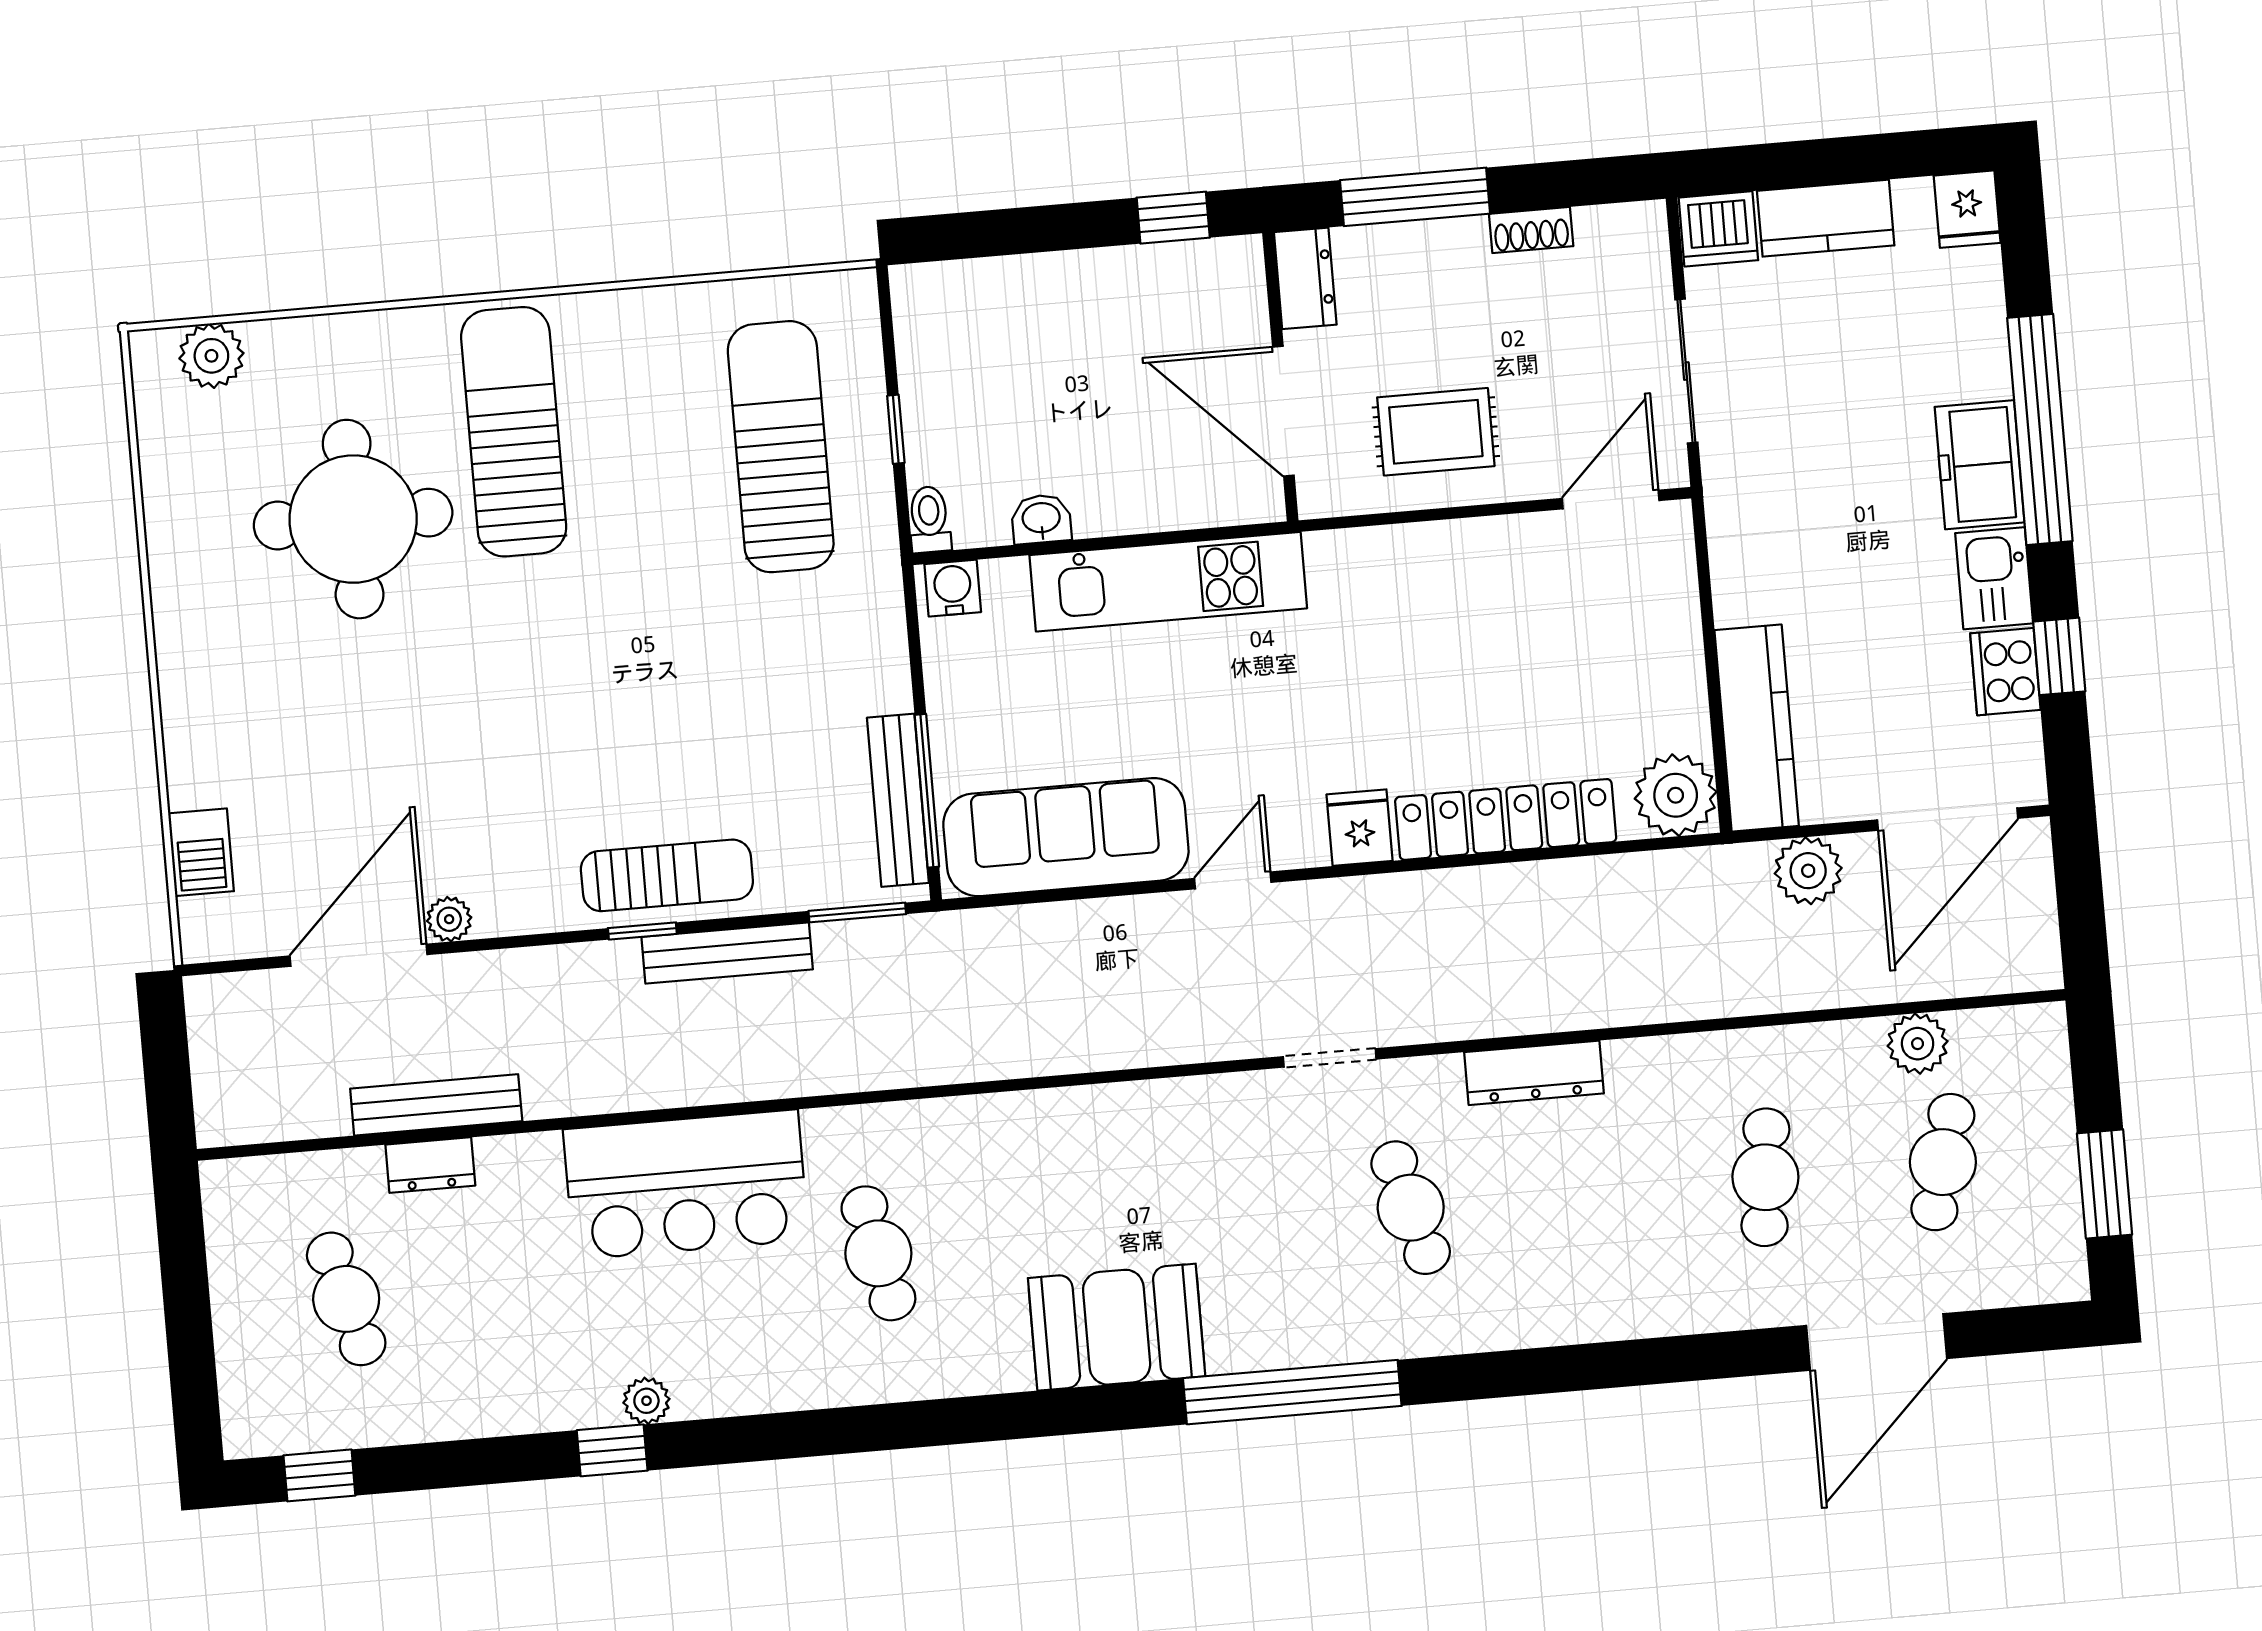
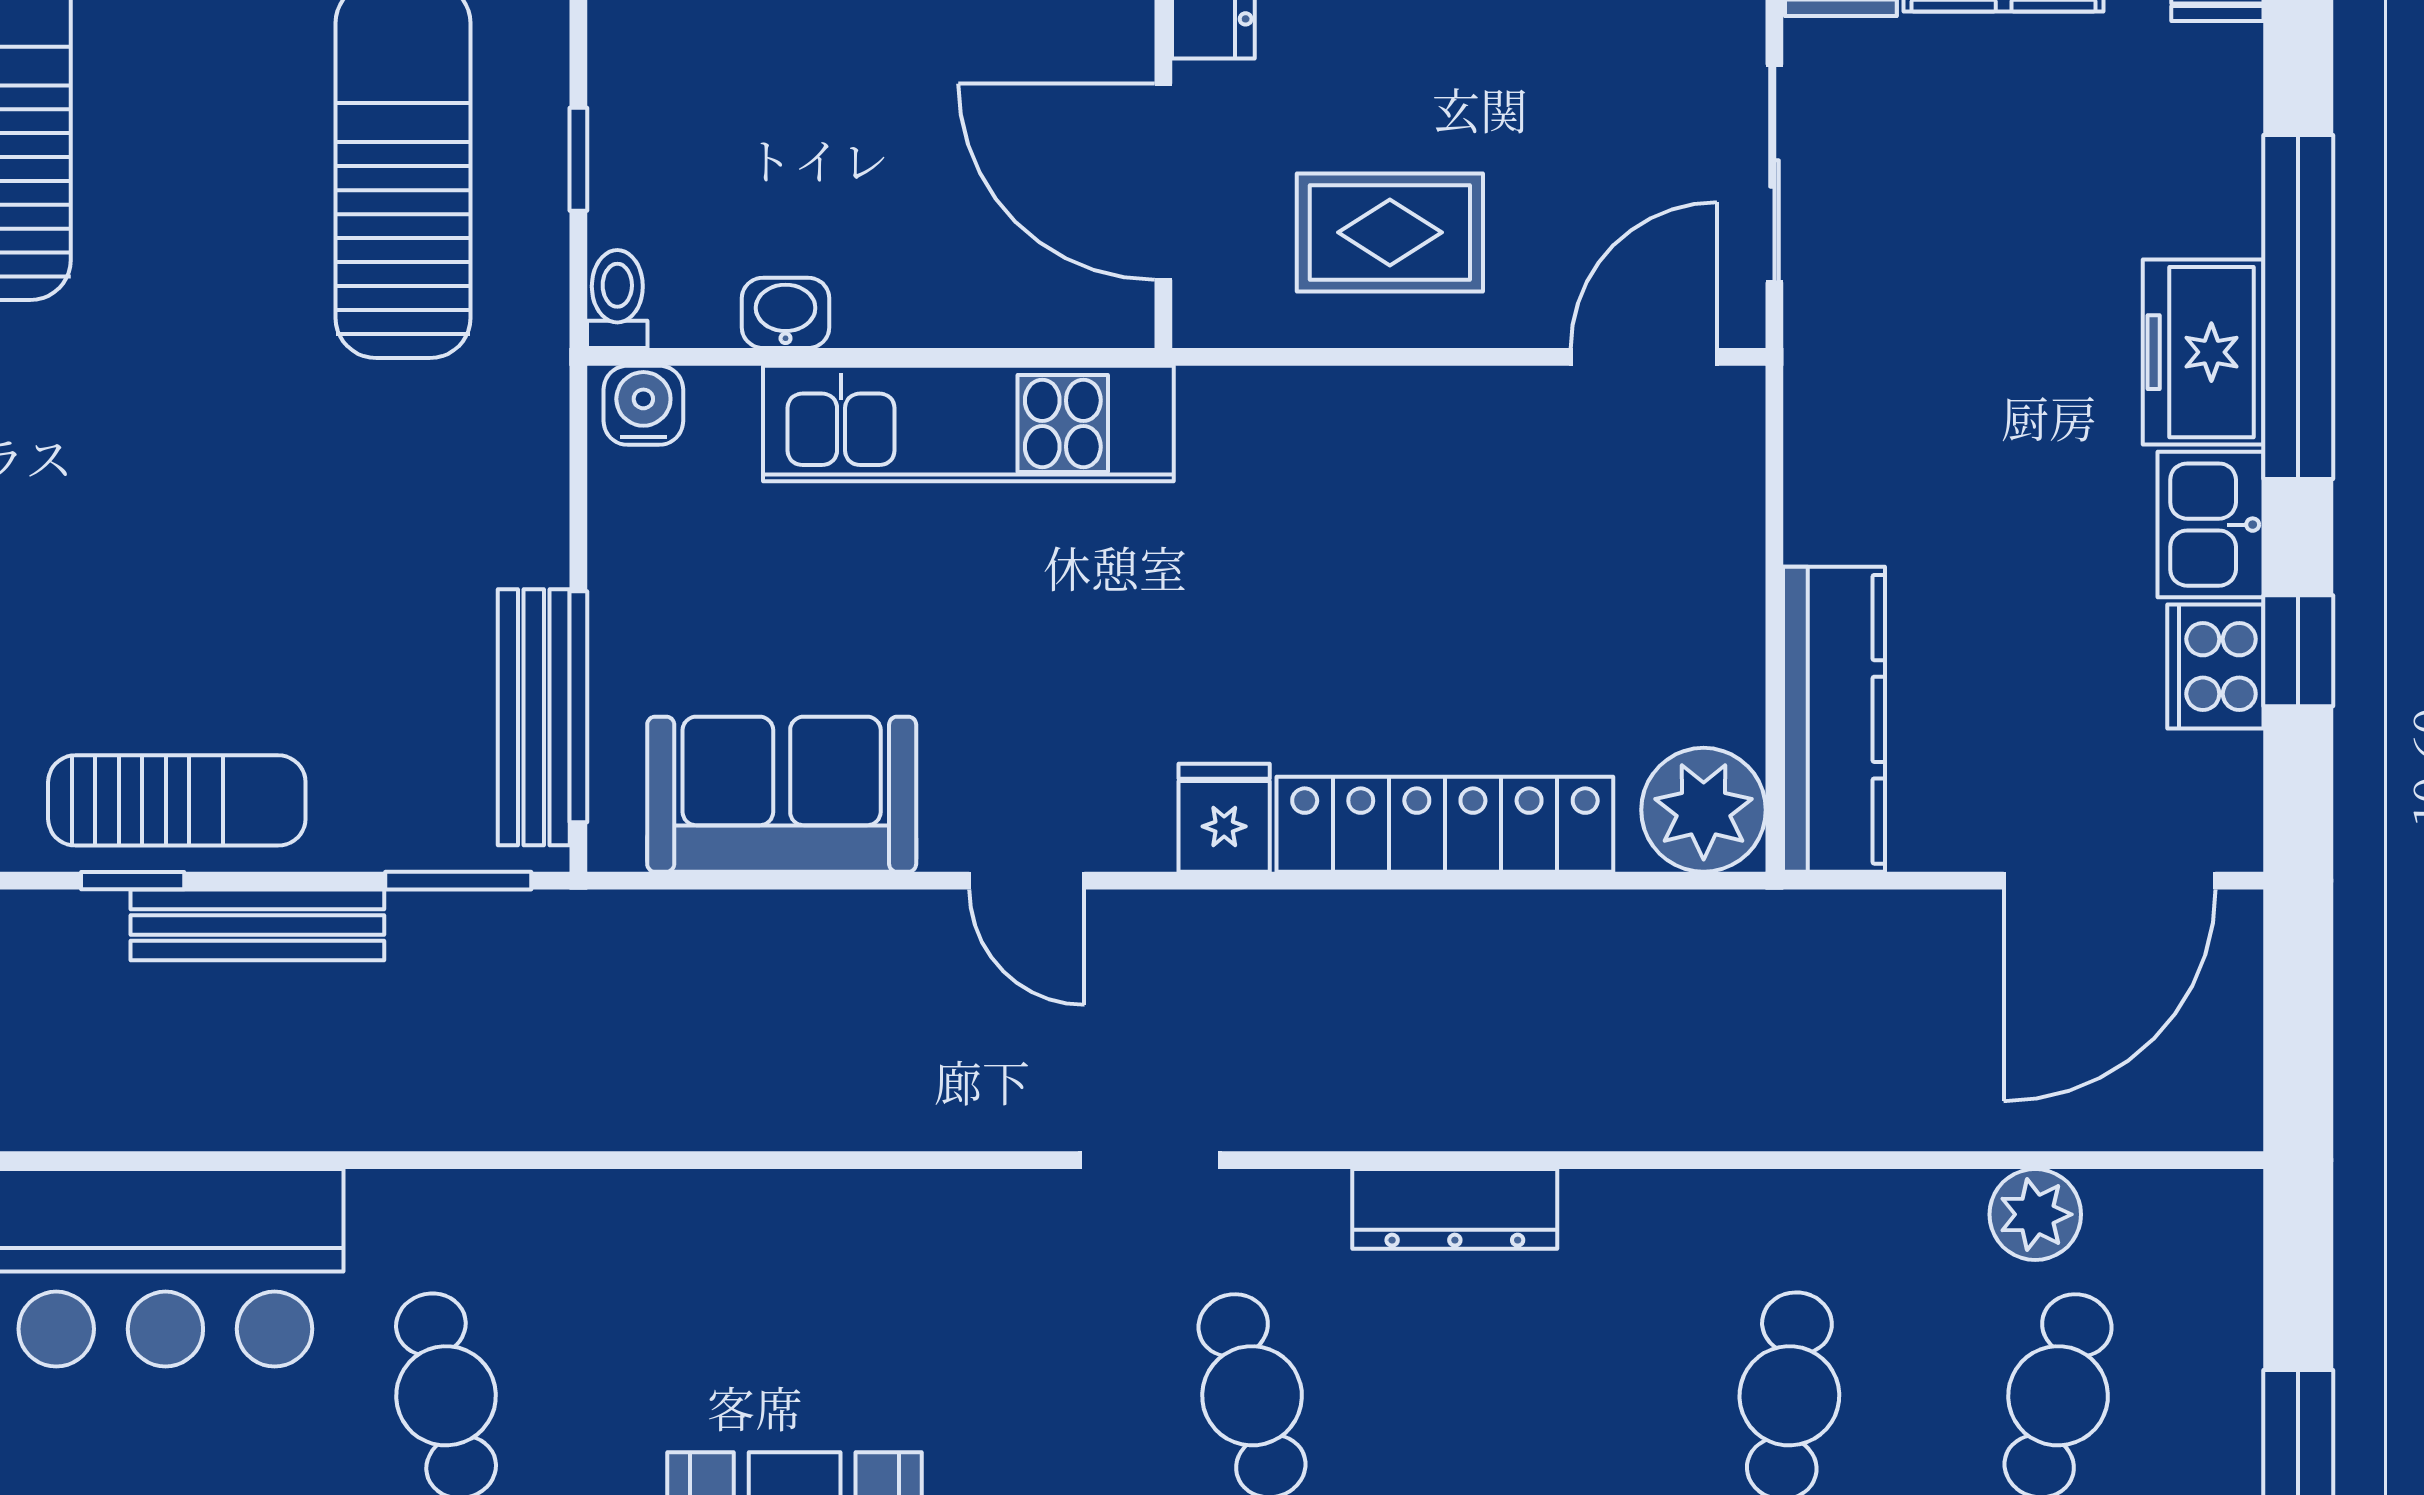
sofa: (1066, 837) -> (782, 794), width x0.73
plant: (1808, 871) -> (1893, 940), removed
door: (1233, 880) -> (1027, 881), swing flipped

